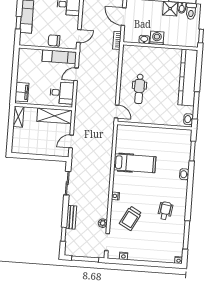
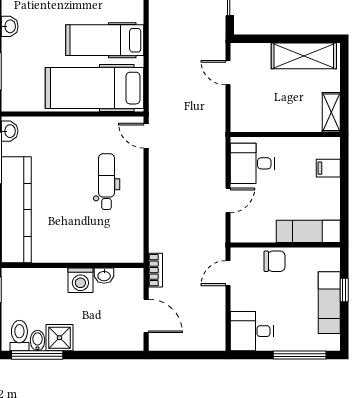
exam couch: (59, 57) -> (308, 231), moved
filing cabinet: (22, 92) -> (328, 168), width x0.50
shelving: (55, 116) -> (304, 56), moved
hospital bed: (142, 139) -> (95, 88), added
door: (71, 141) -> (228, 73), swing flipped

